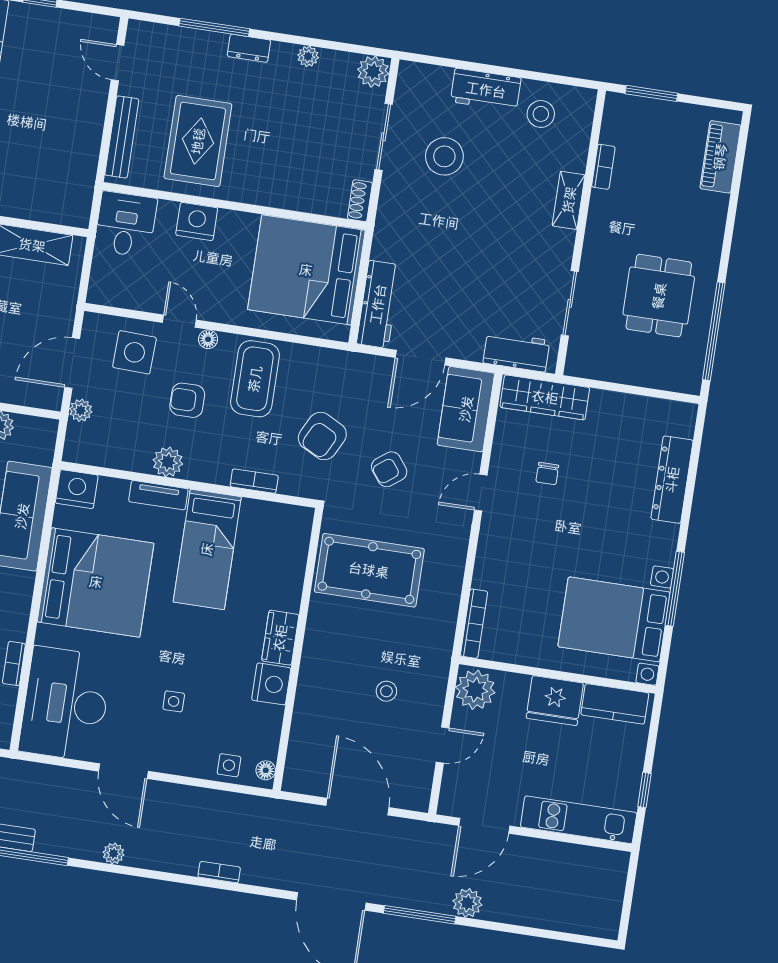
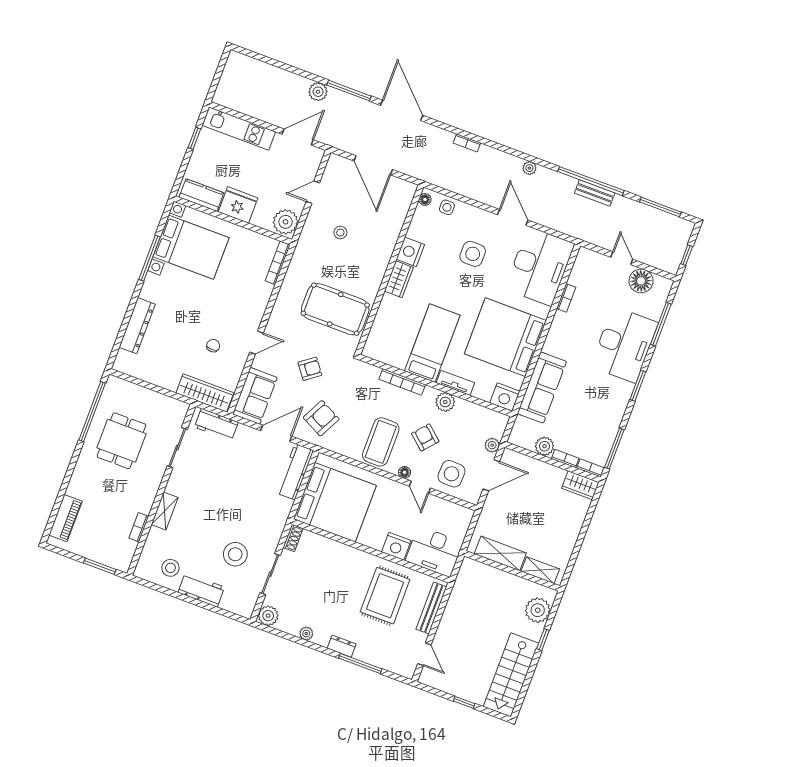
desk: (126, 224) -> (434, 551), width x1.37
armchair: (187, 400) -> (425, 437), turned -139
armchair: (322, 436) -> (321, 418), moved
bookcase: (254, 481) -> (402, 382), width x1.56
side table: (174, 701) -> (473, 254), width x1.87, depth x1.87

